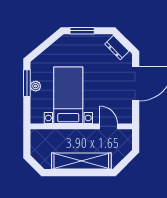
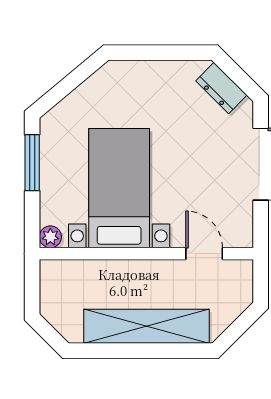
window: (82, 31) -> (148, 53), removed
plant: (36, 86) -> (50, 237), moved

